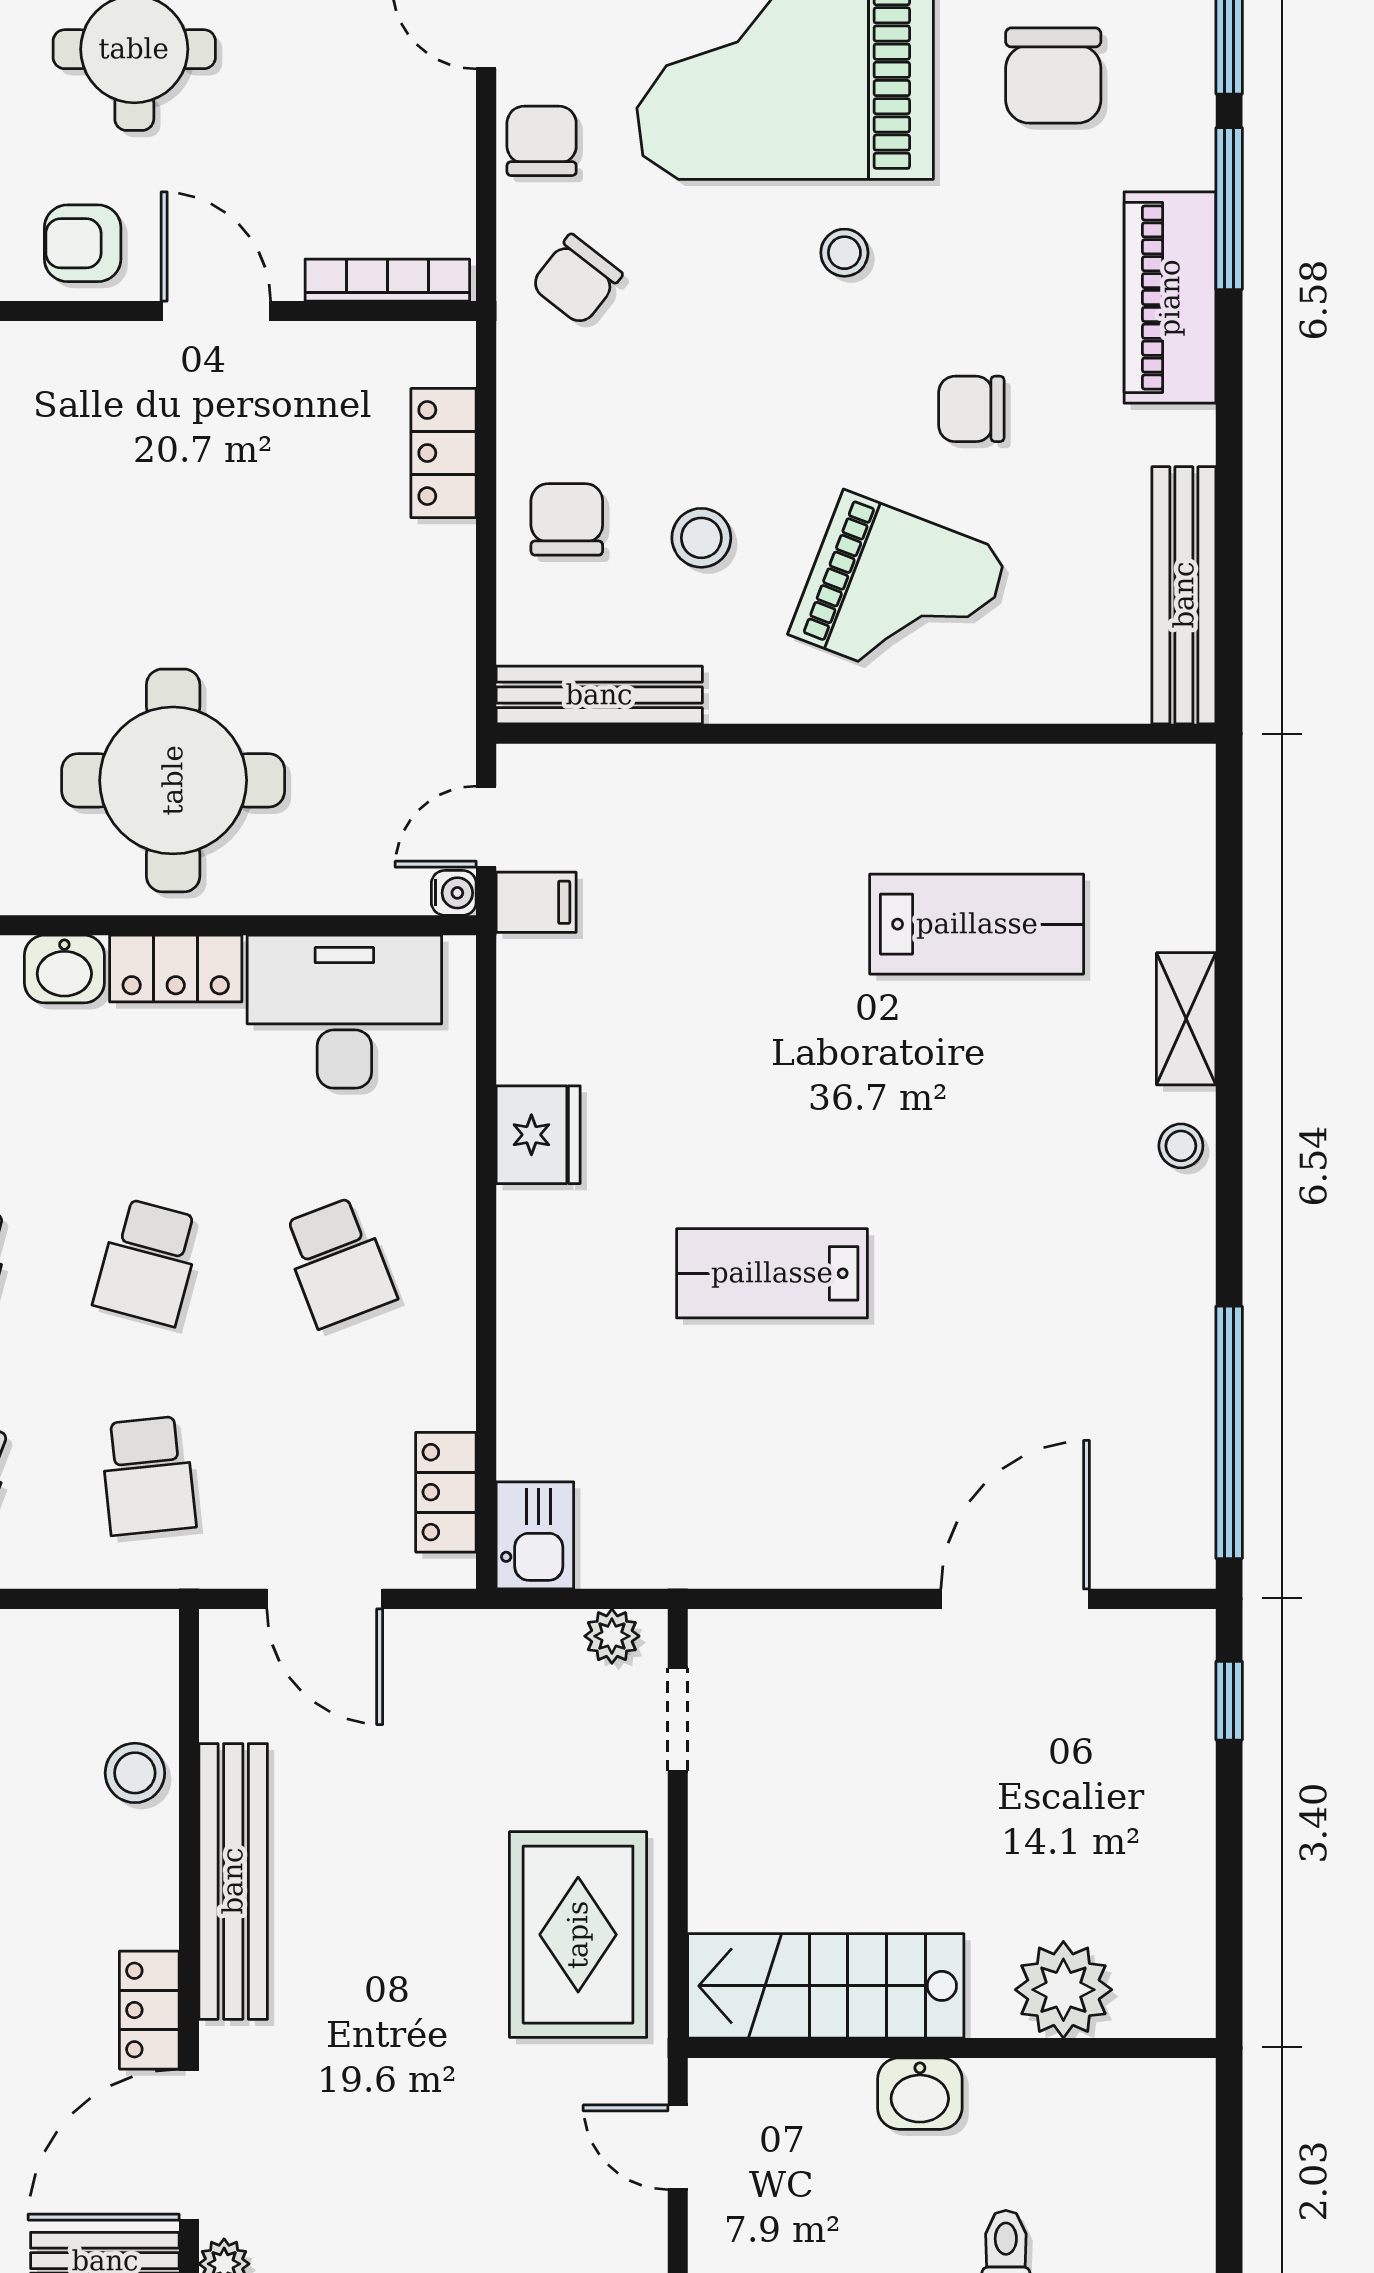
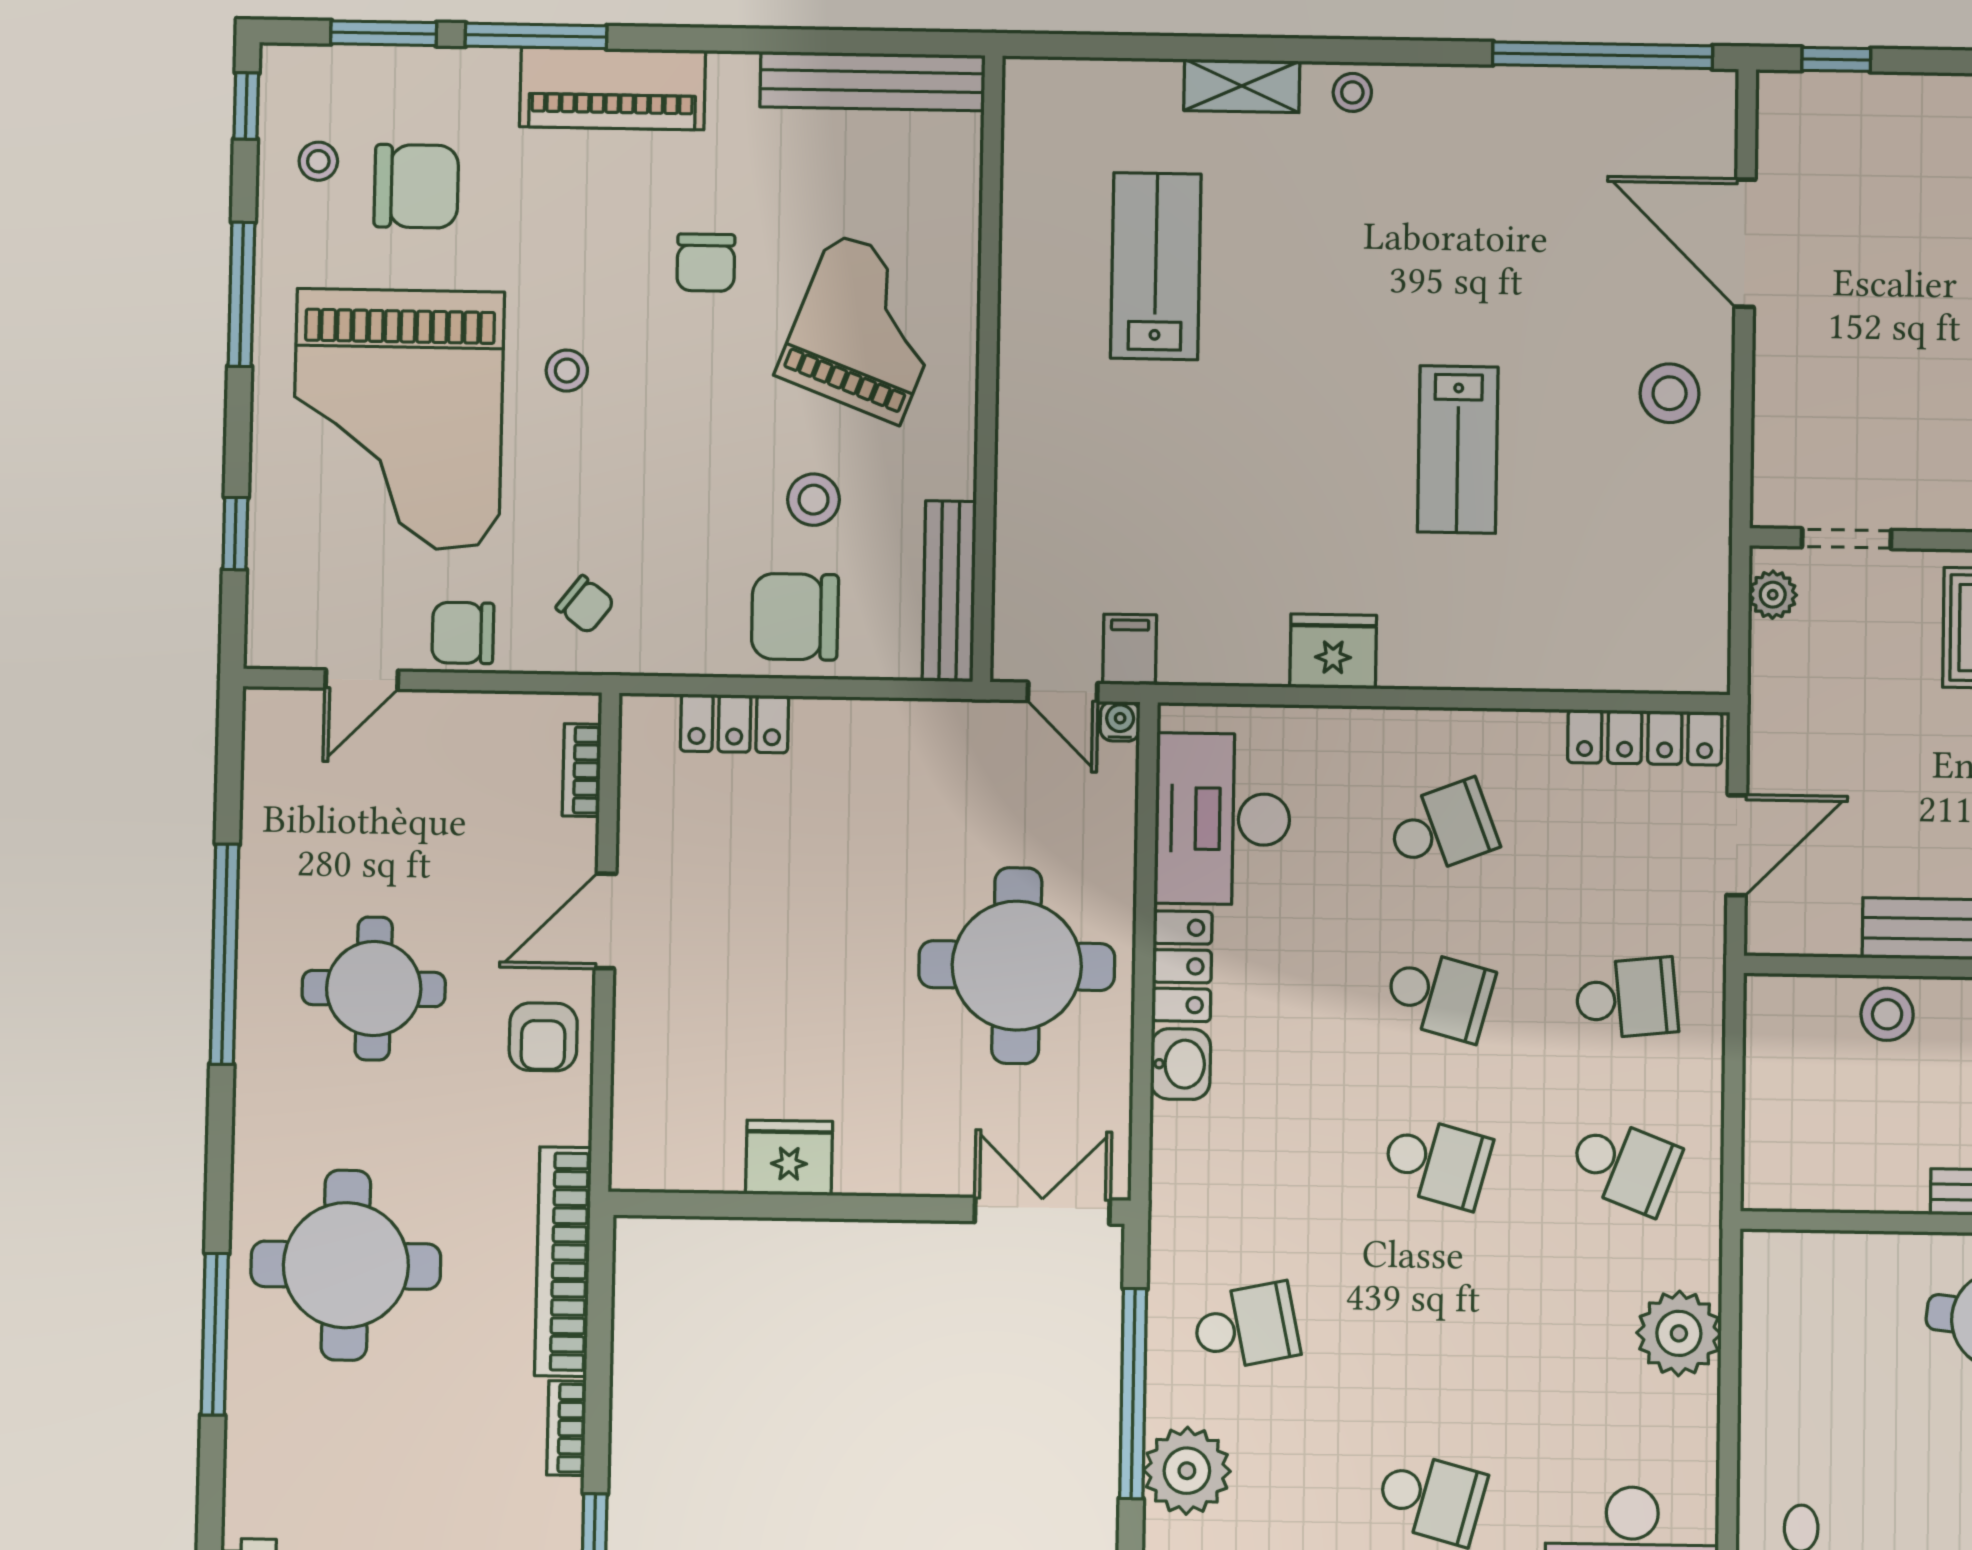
bookcase: (387, 280) -> (582, 770), width x0.64
chair: (576, 280) -> (585, 605), width x0.73, depth x0.73
chair: (567, 519) -> (795, 617), width x1.37, depth x1.37
locker: (446, 1492) -> (1645, 737), width x1.53
stool: (841, 1515) -> (1670, 393), added
kitchen sink: (535, 1535) -> (1684, 660), removed

